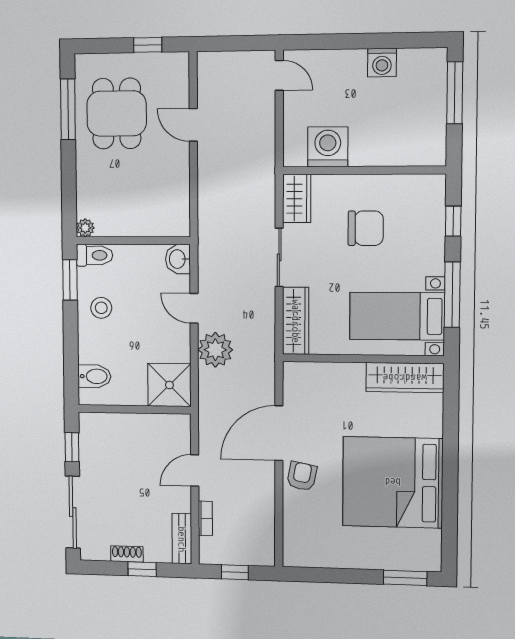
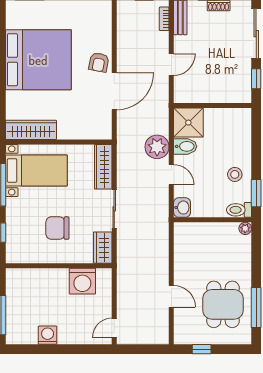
door: (279, 75) -> (114, 328), hinge flipped
bidet: (94, 376) -> (185, 146), moved, turned 180
bookcase: (205, 518) -> (164, 19), moved

